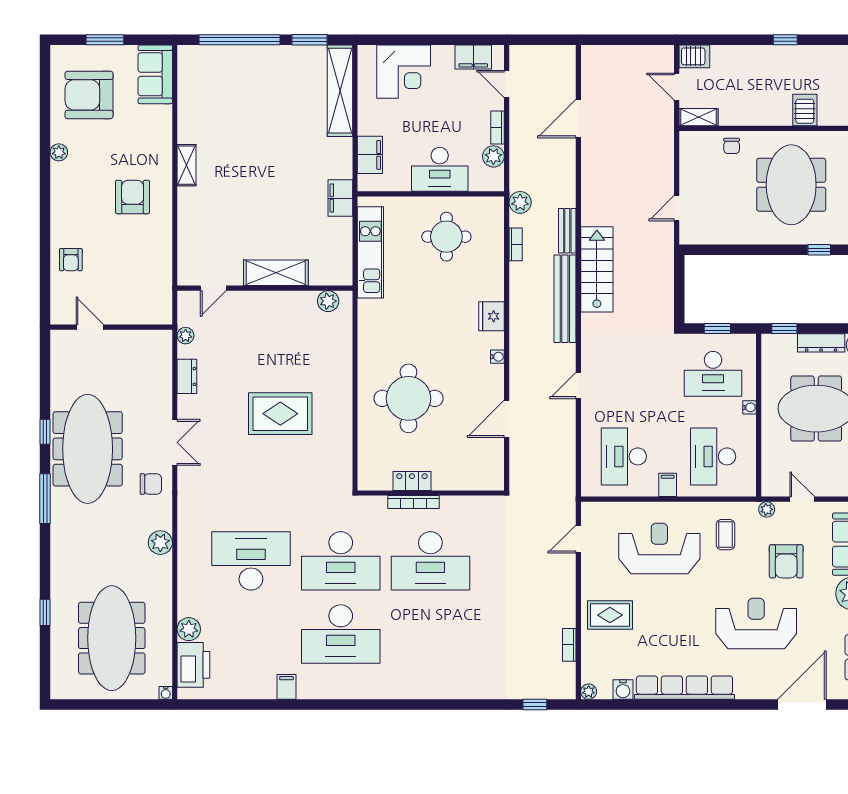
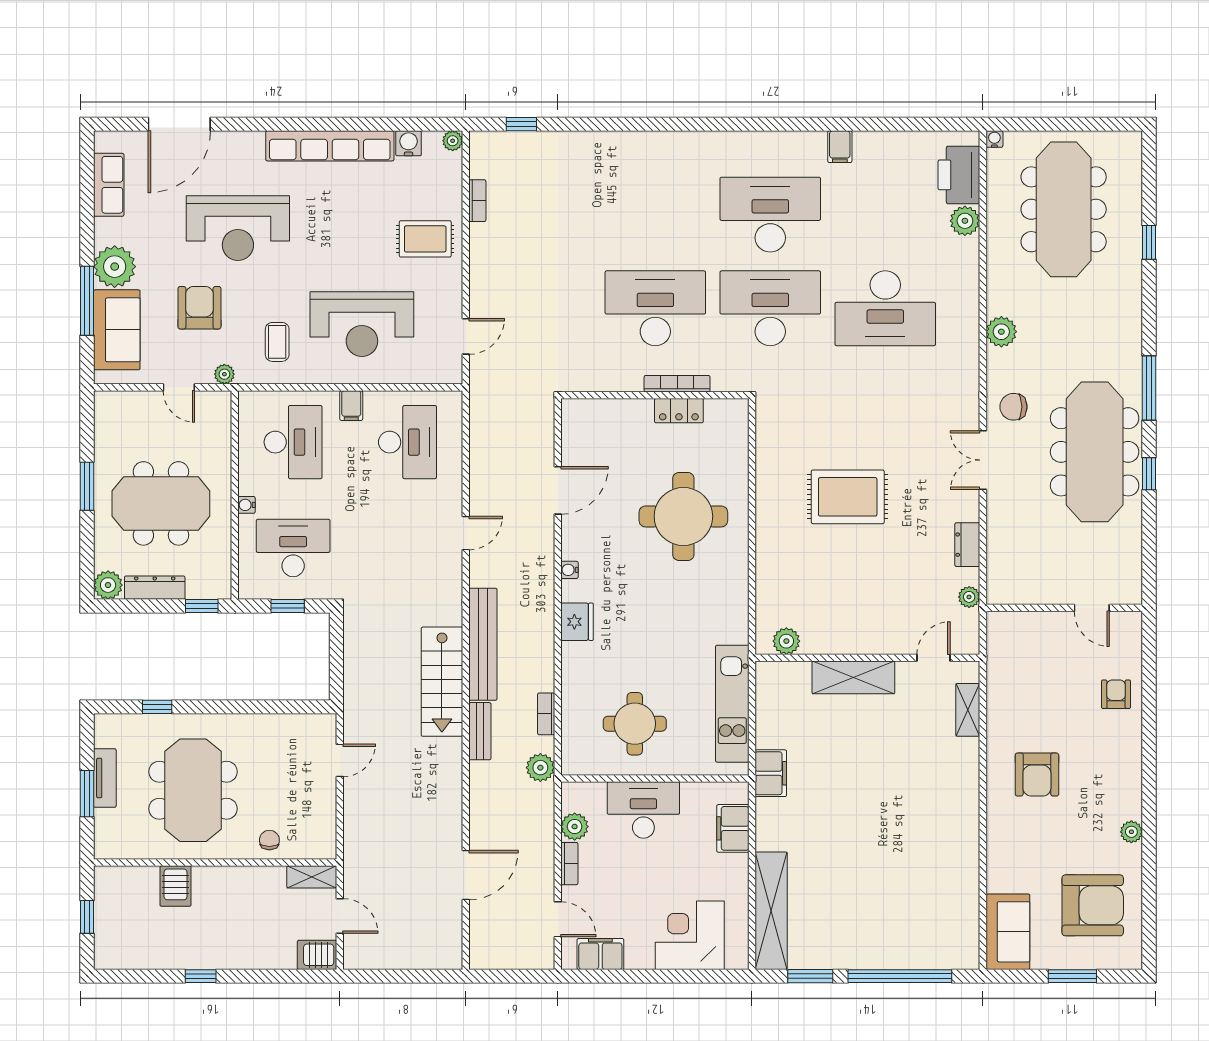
shelving: (186, 165) -> (968, 710), moved

